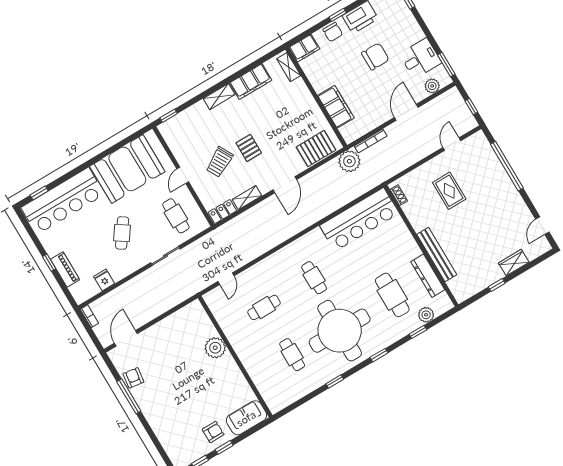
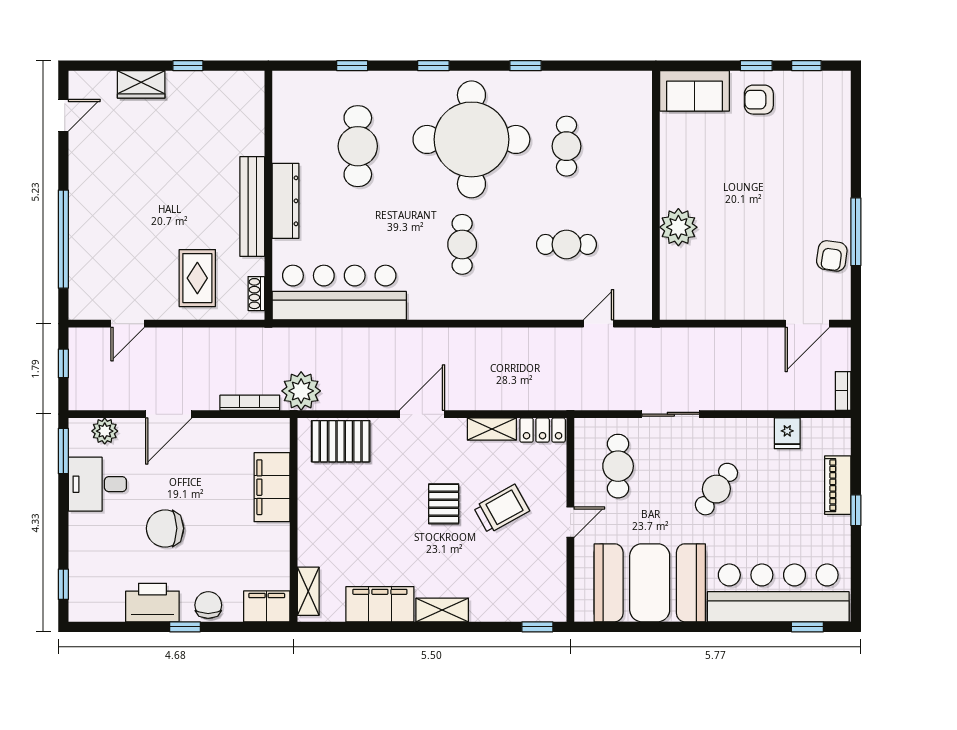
rug: (449, 191) -> (197, 278), moved
bench: (437, 254) -> (252, 206), moved
dresser: (428, 276) -> (286, 201), moved
plant: (426, 315) -> (324, 85), removed

